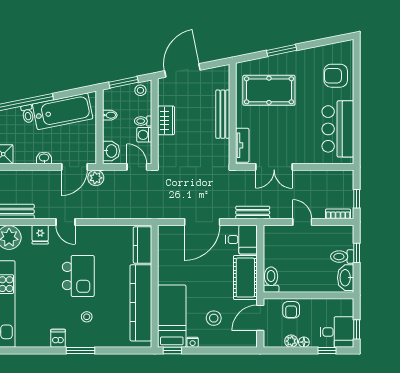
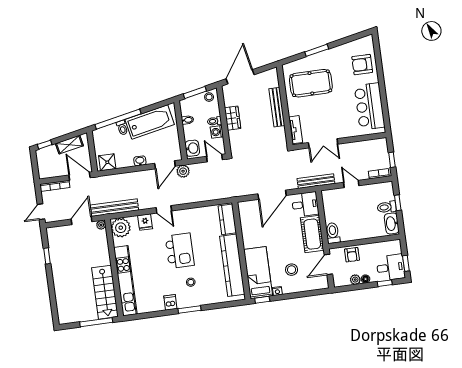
bench: (253, 212) -> (316, 181), width x1.36

